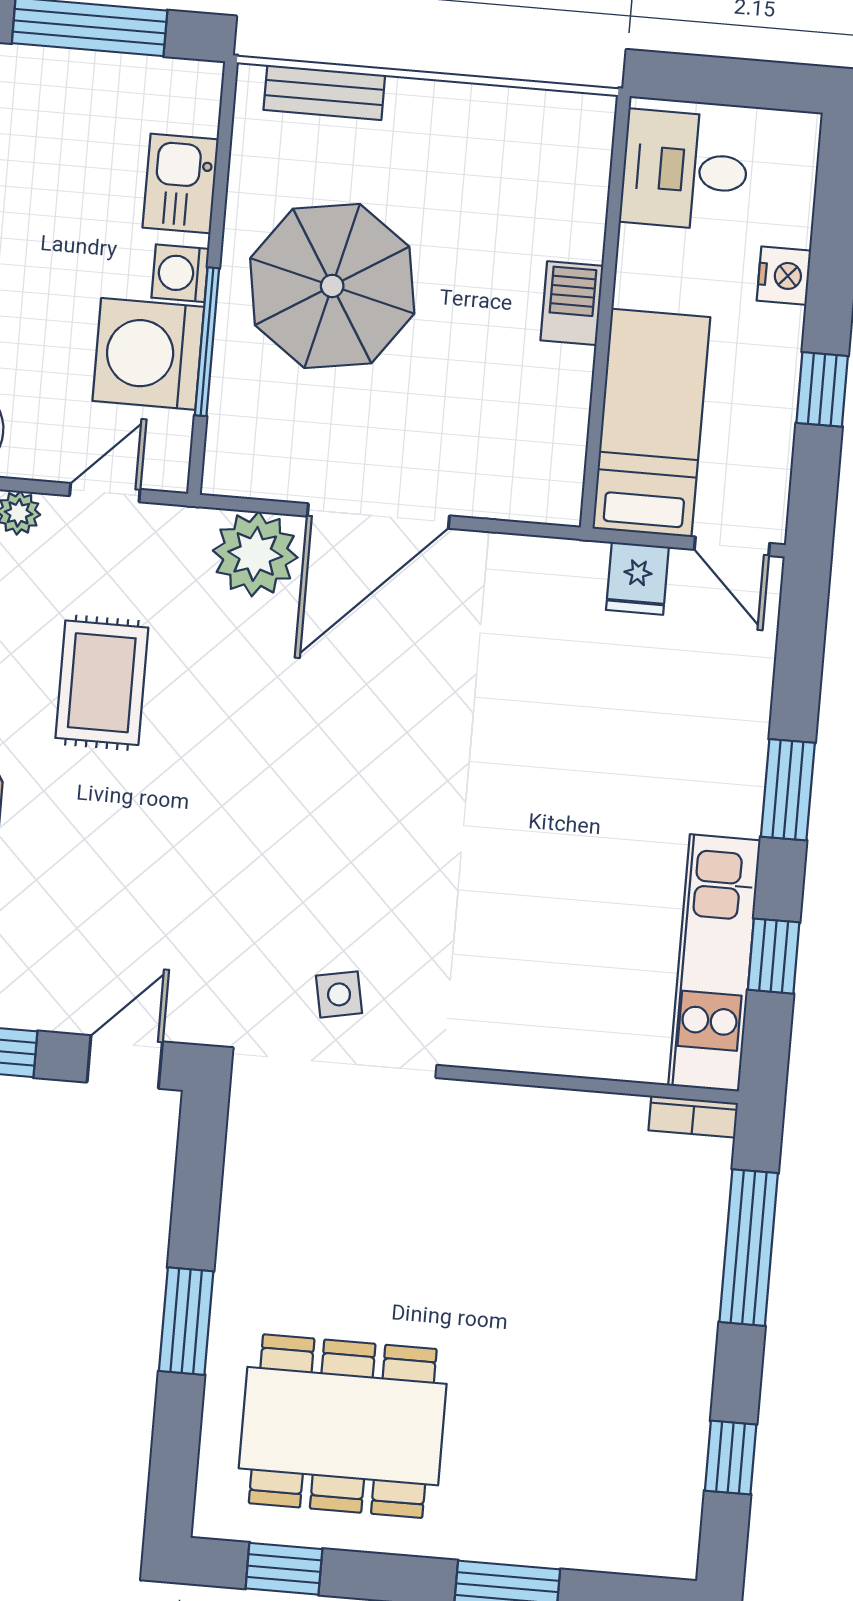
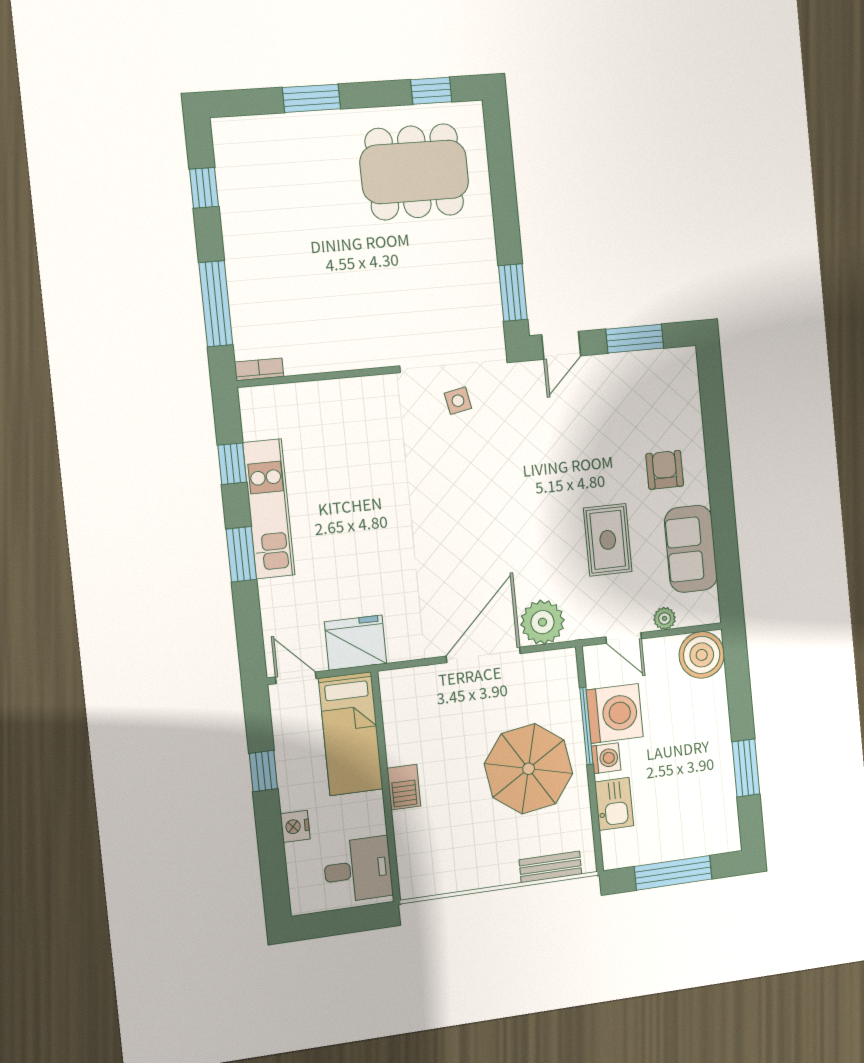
door: (105, 493) -> (624, 638), hinge flipped
fridge: (637, 578) -> (356, 643), width x1.88, depth x1.34
kitchen unit: (714, 963) -> (269, 509), moved
window: (186, 1321) -> (513, 293), moved

